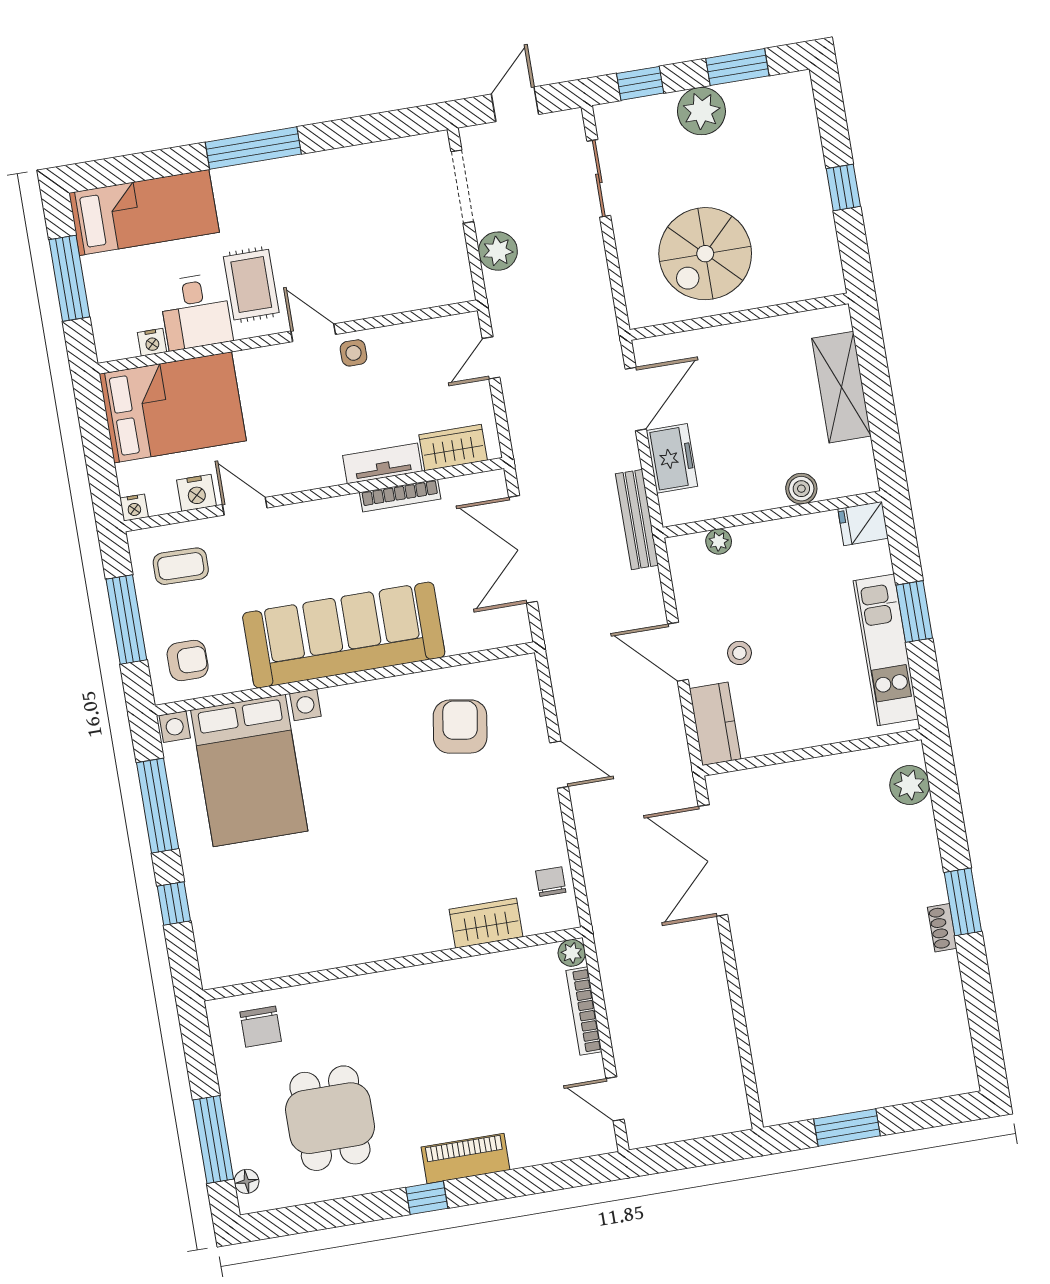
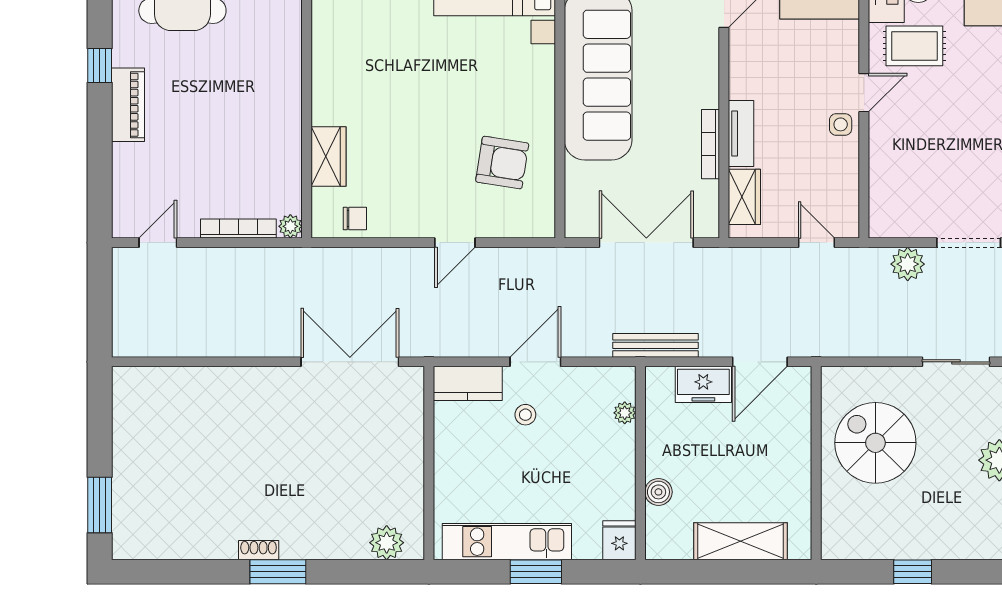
door: (636, 399) -> (760, 362), hinge flipped
window: (847, 1127) -> (100, 505), moved

